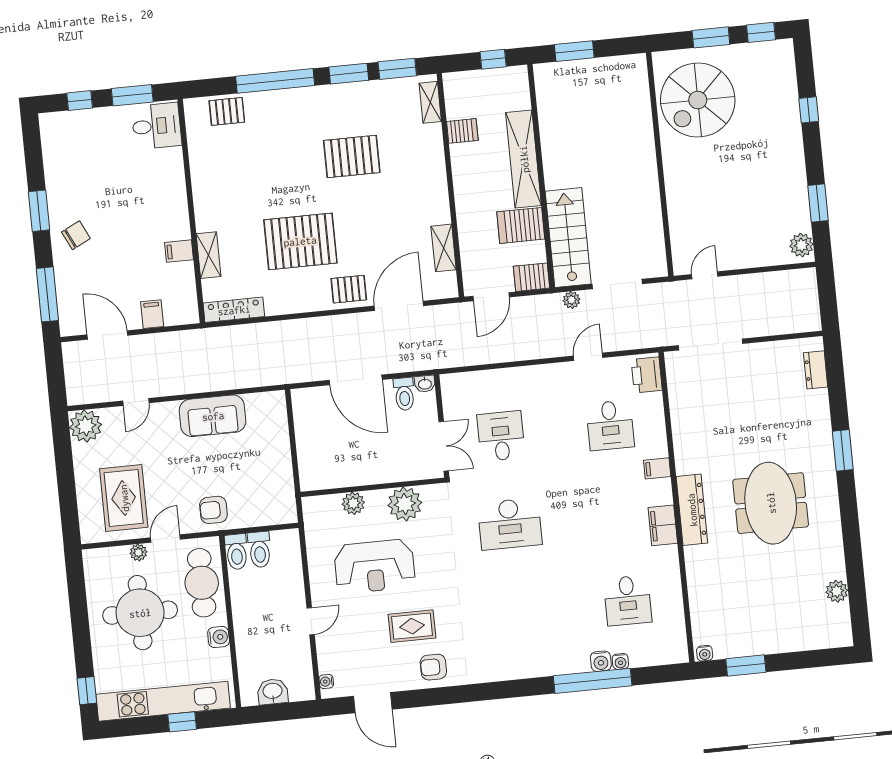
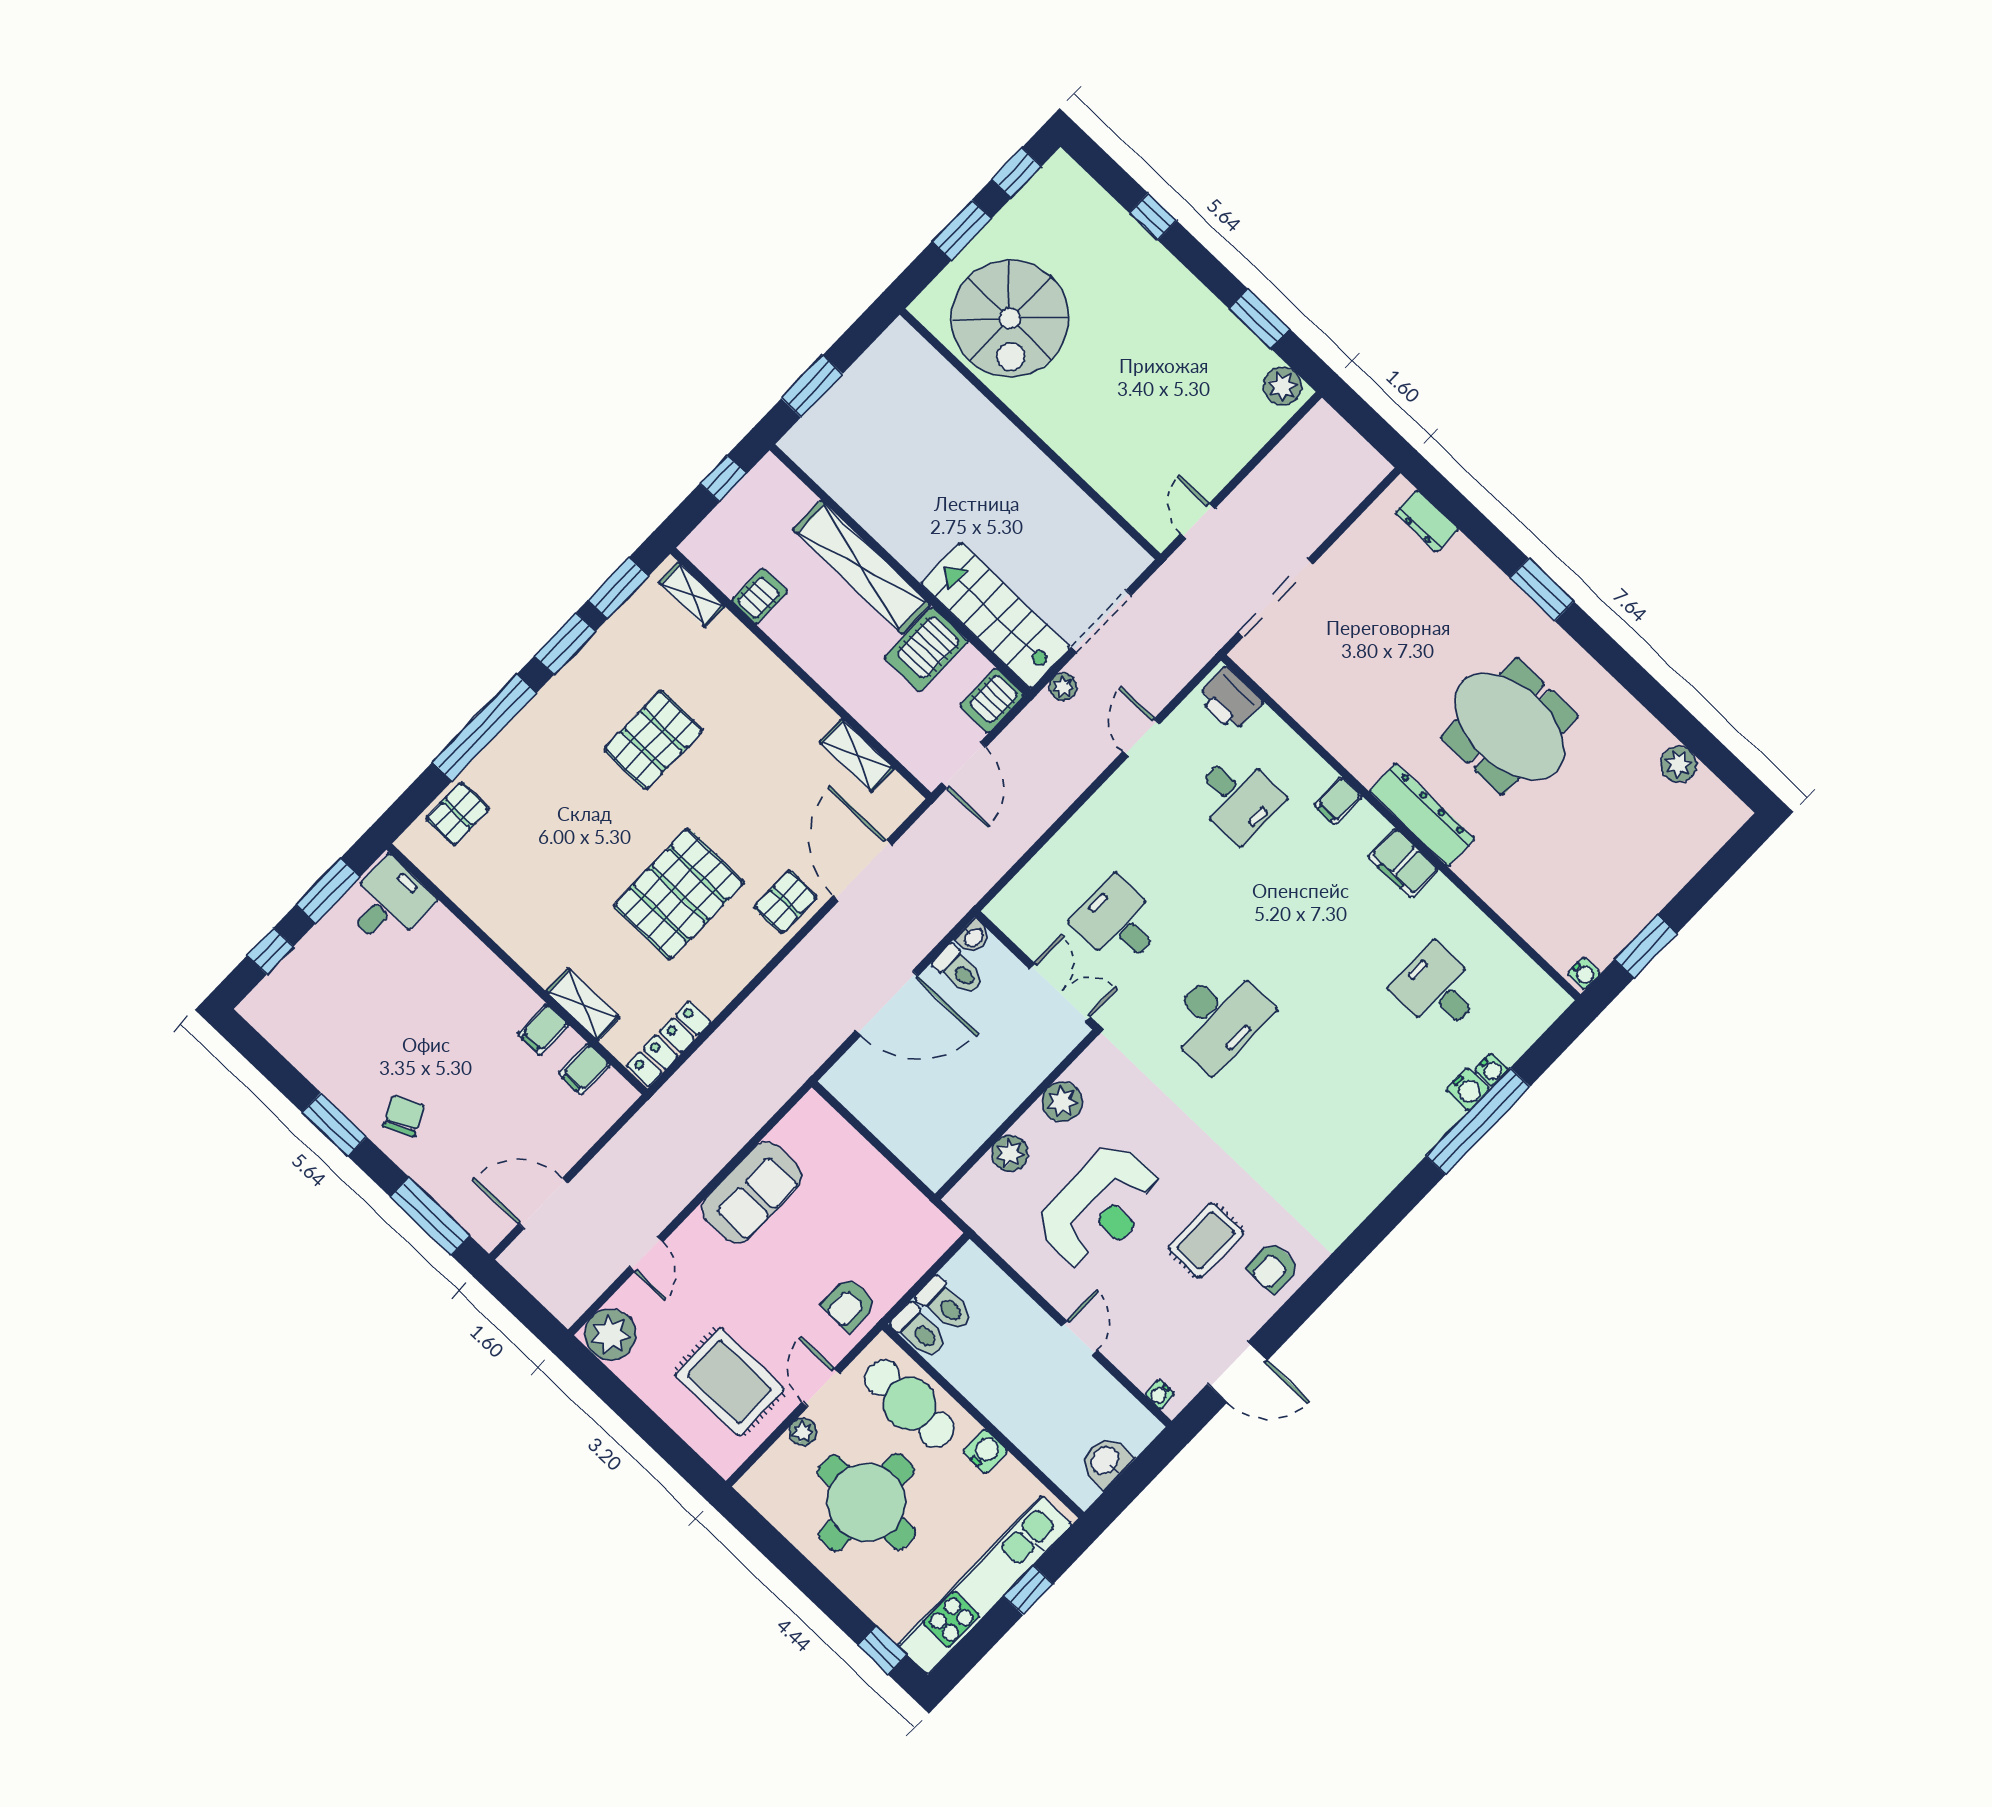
filing cabinet: (152, 314) -> (584, 1069), moved, turned -90
plant: (405, 504) -> (1062, 1102), width x0.73, depth x0.73
desk: (628, 600) -> (1438, 989), turned 180

